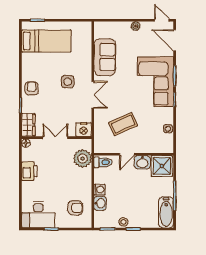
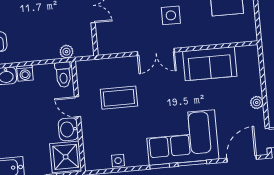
coffee table: (123, 124) -> (119, 98), turned -66
nightstand: (84, 130) -> (106, 44), removed
plant: (83, 159) -> (66, 52), width x0.53, depth x0.53

